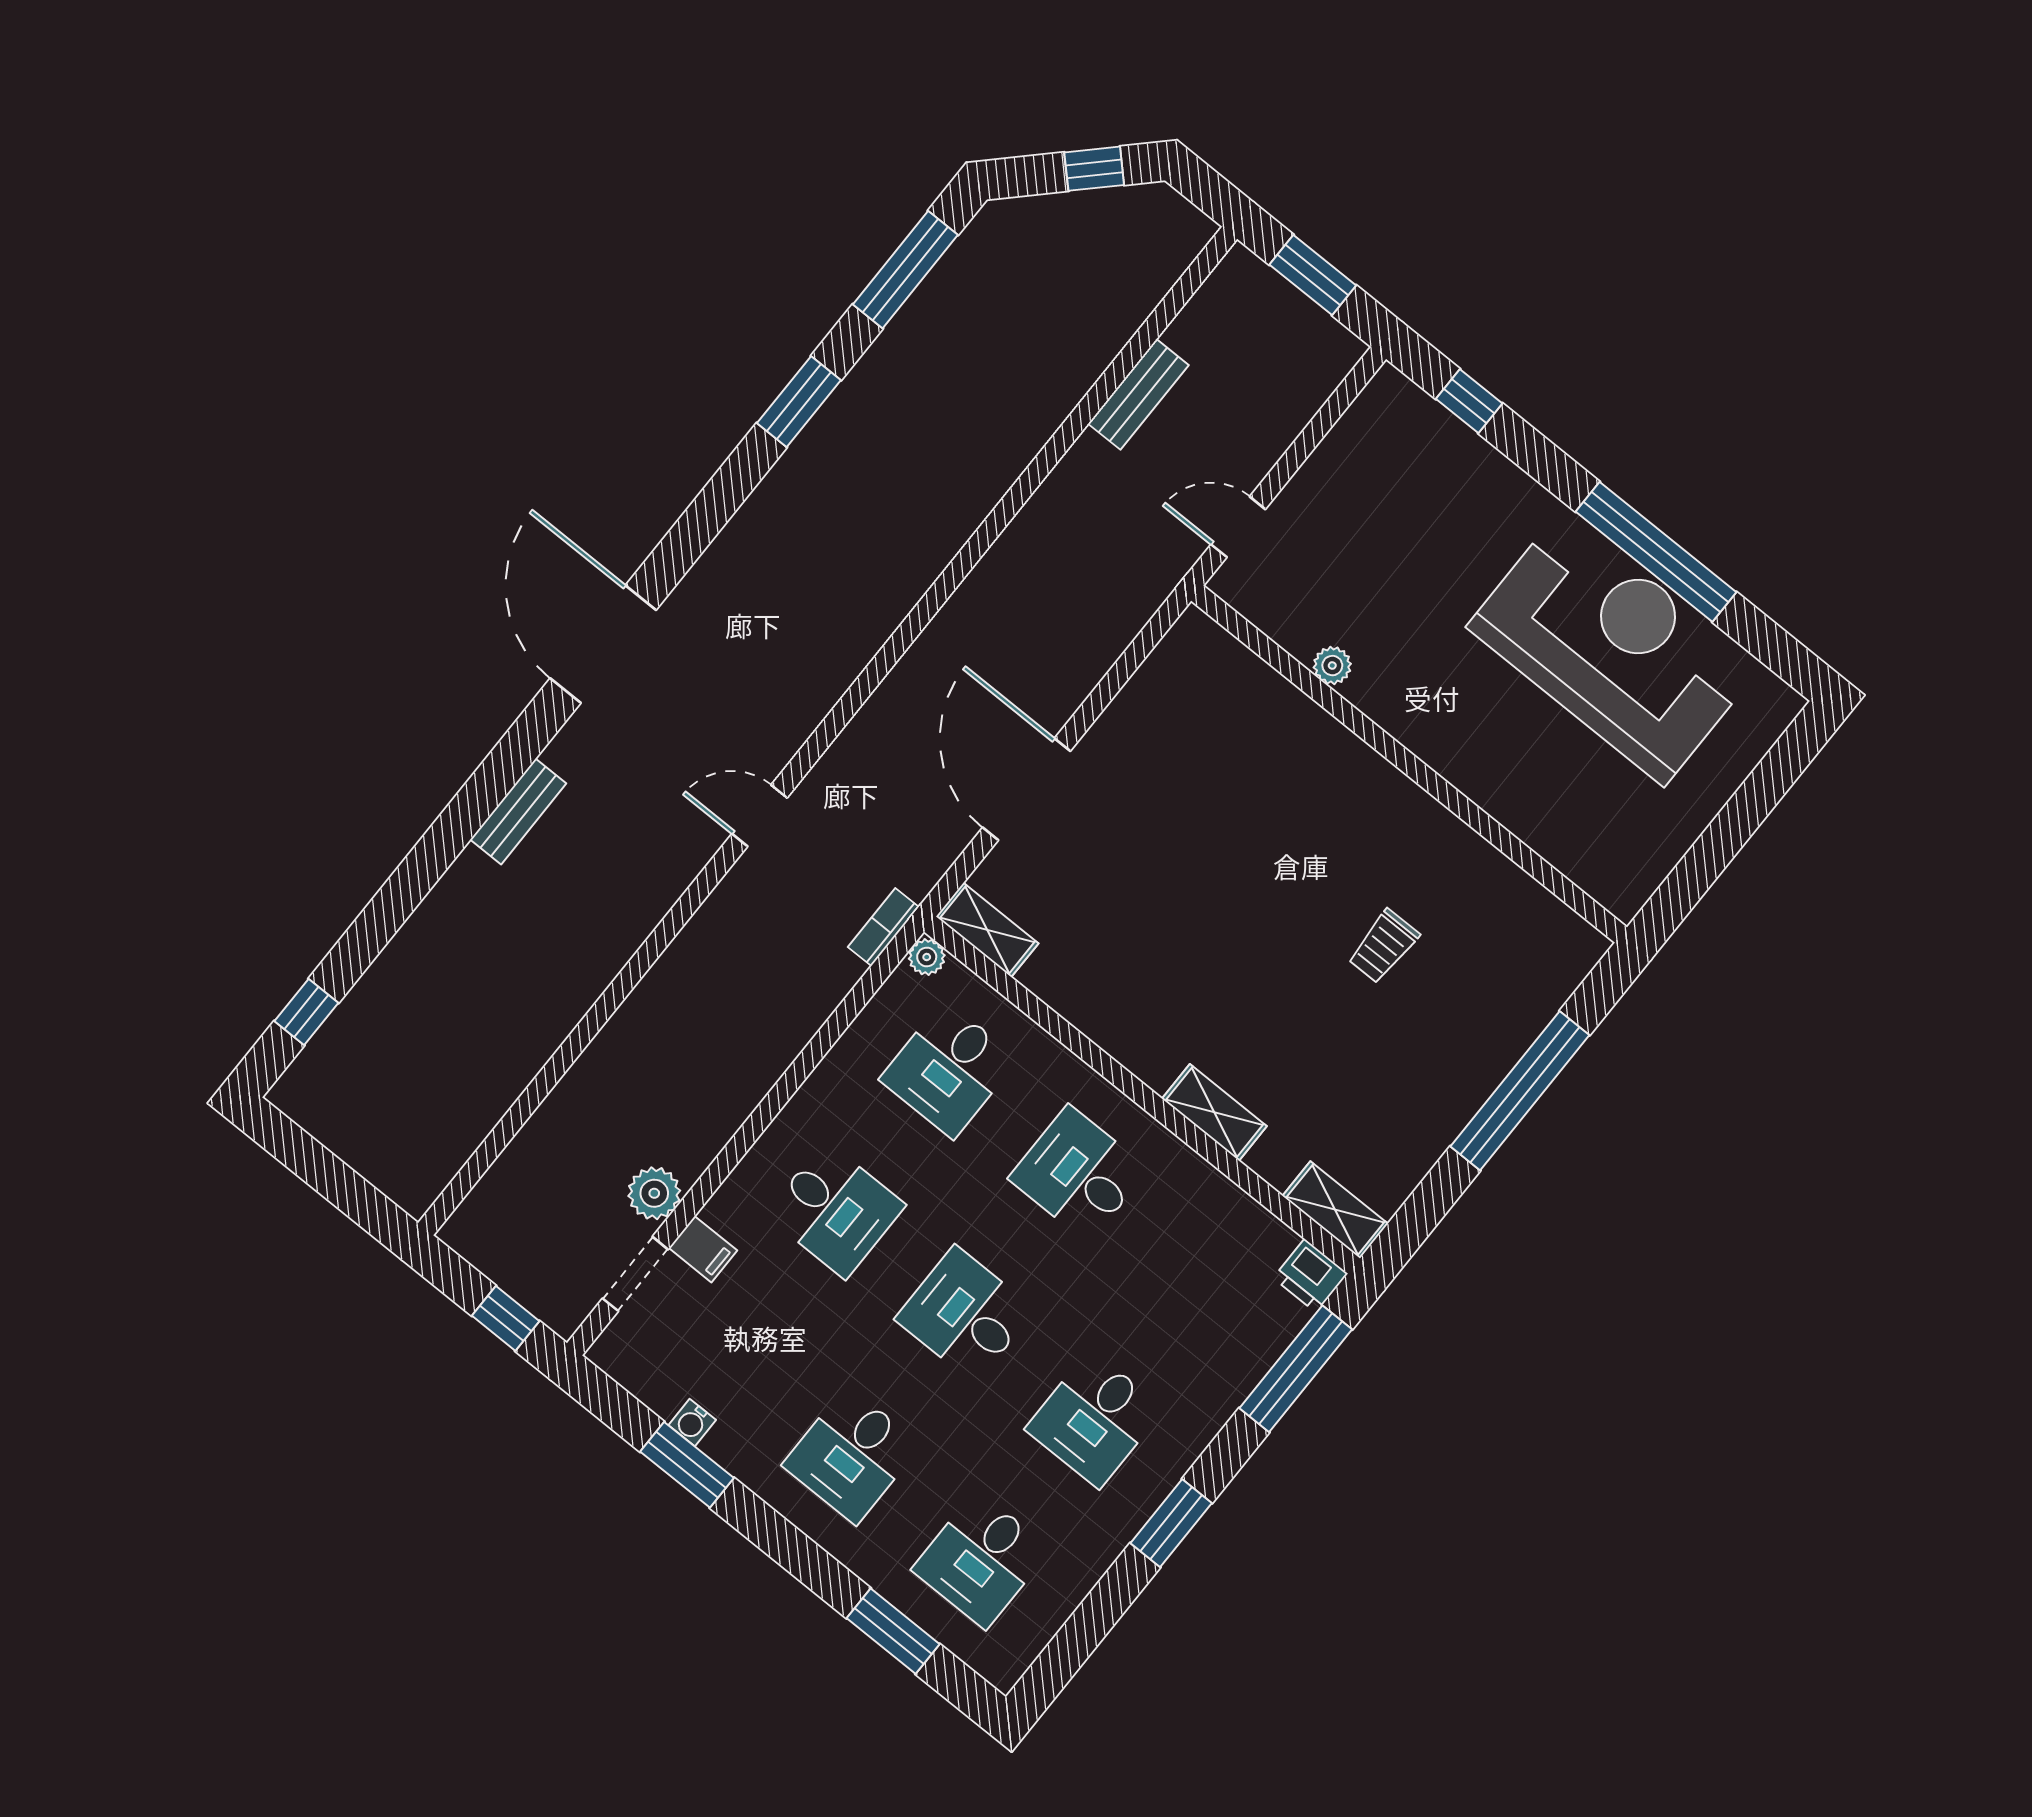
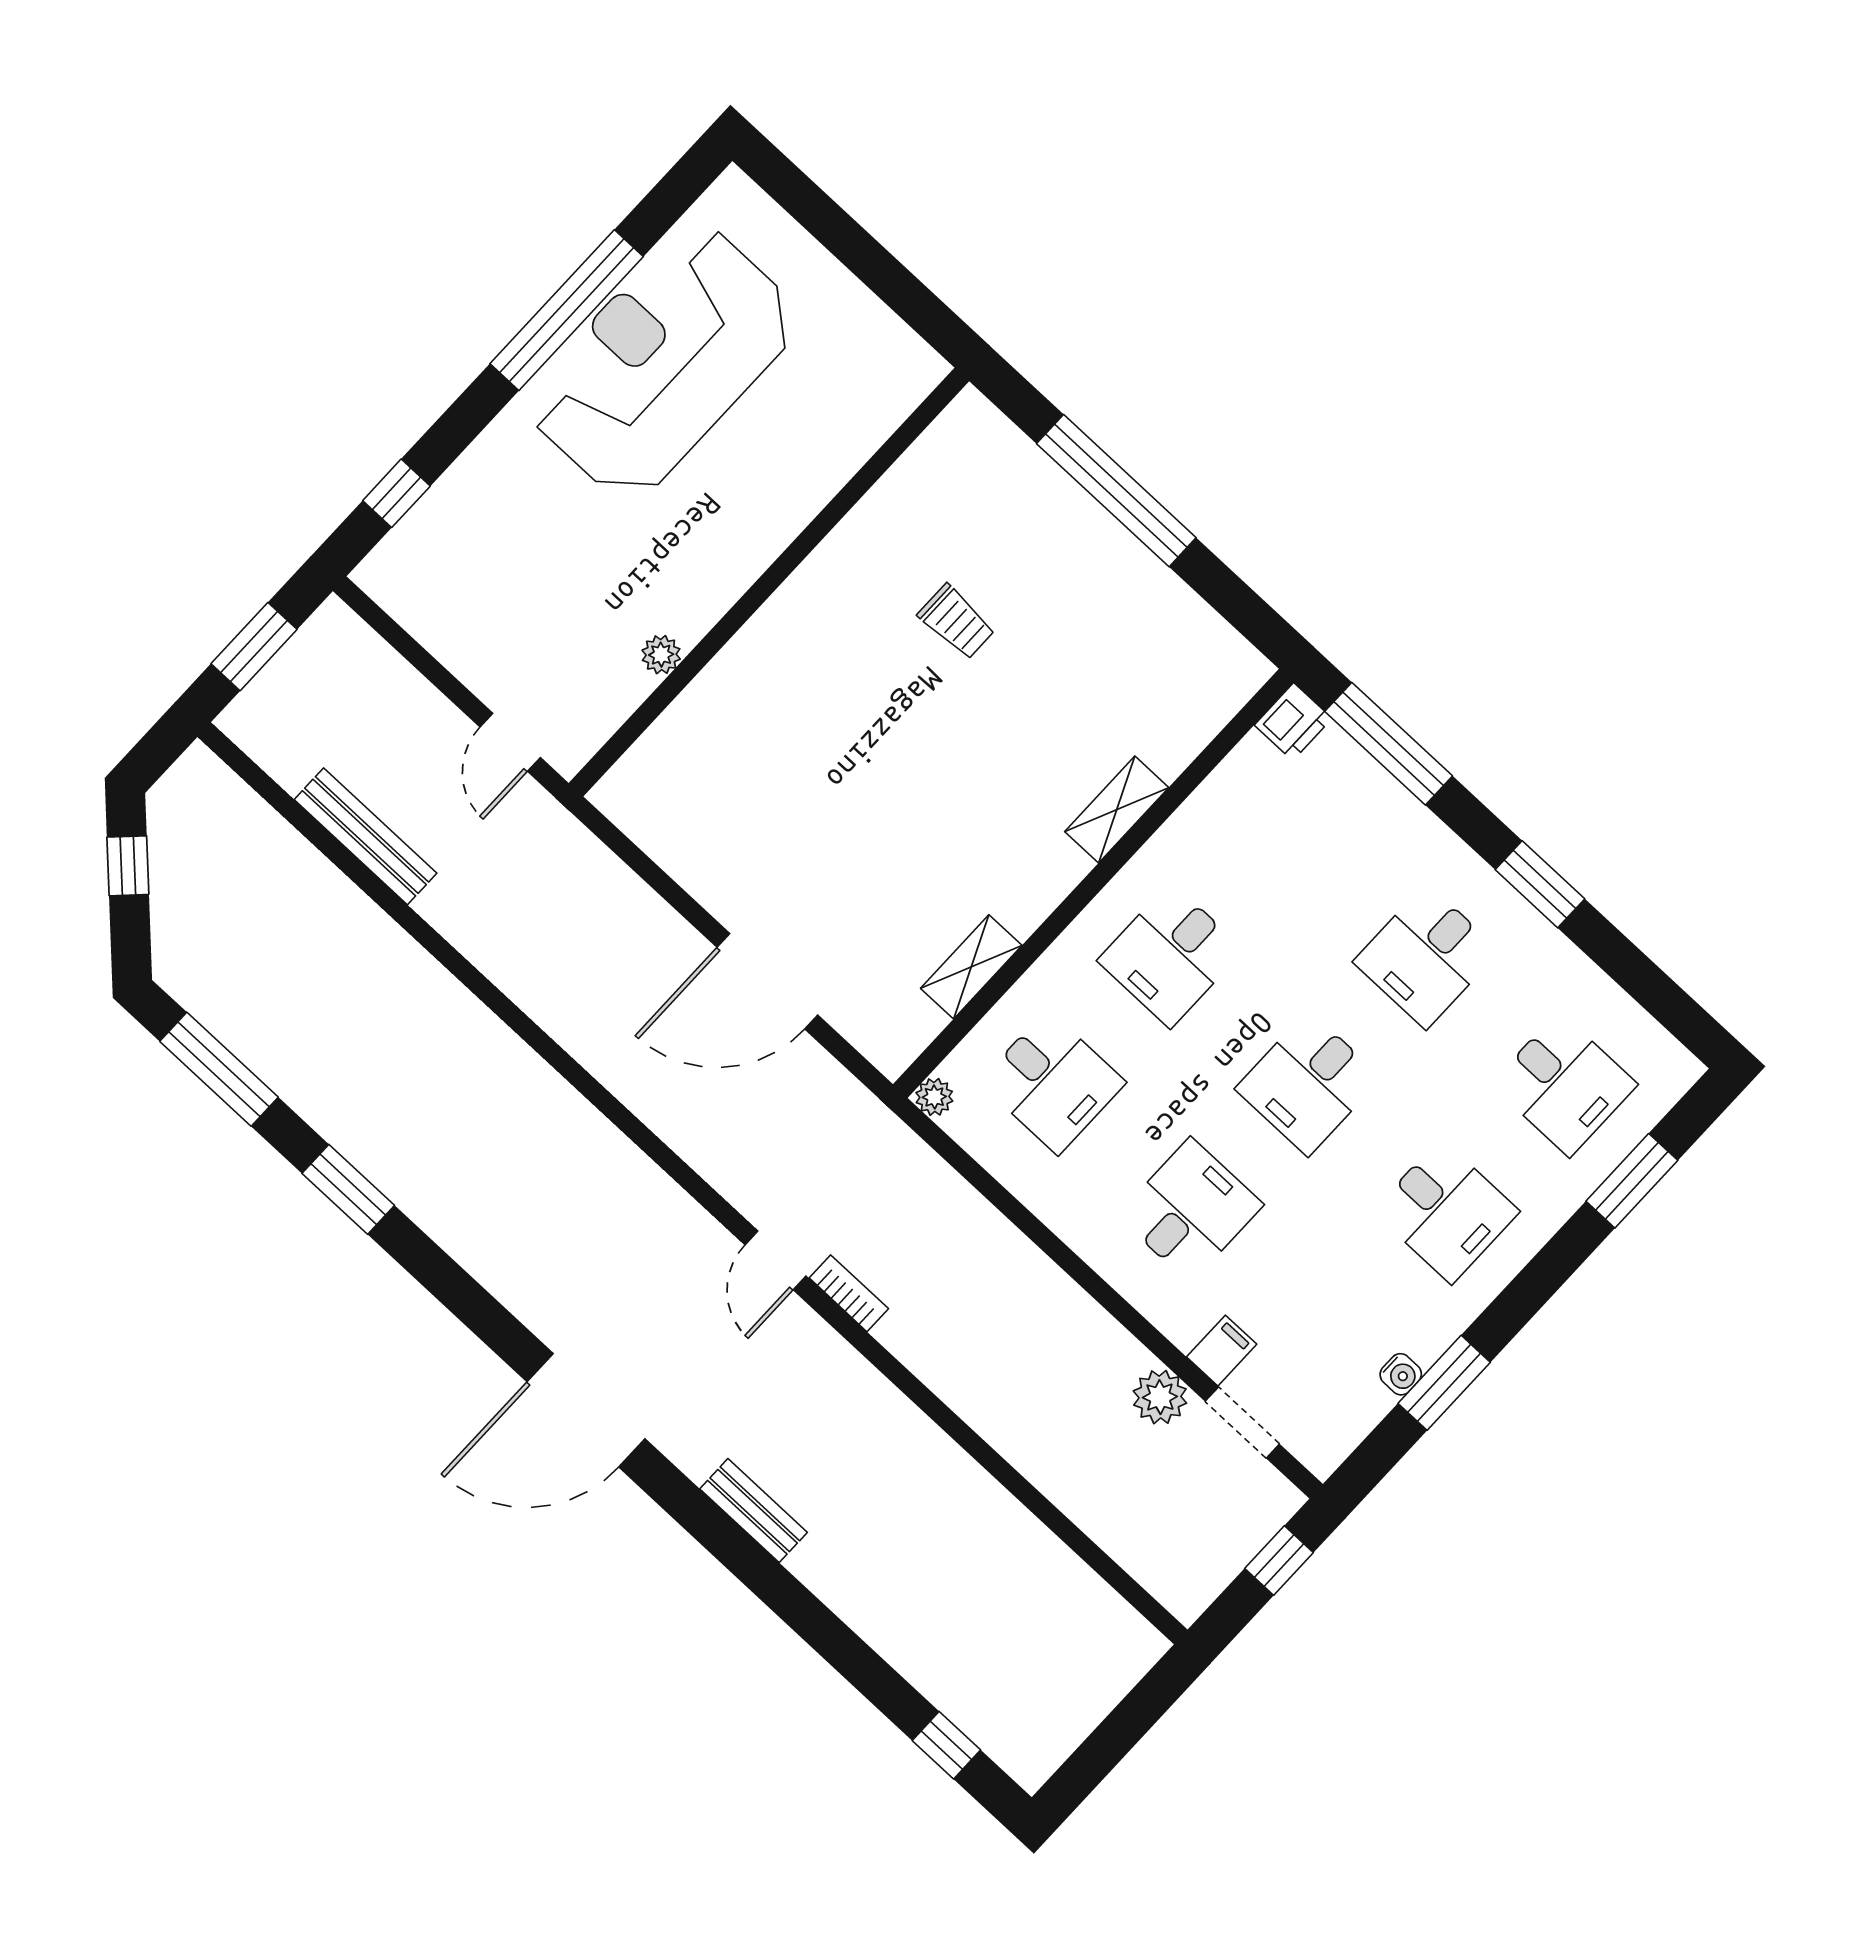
bench: (1138, 394) -> (366, 836), width x1.36
bookcase: (883, 927) -> (849, 1293), moved, turned 180
shelving: (987, 930) -> (971, 967), moved
shelving: (1335, 1210) -> (1227, 691), removed
desk: (1095, 1419) -> (1426, 956), turned 90

